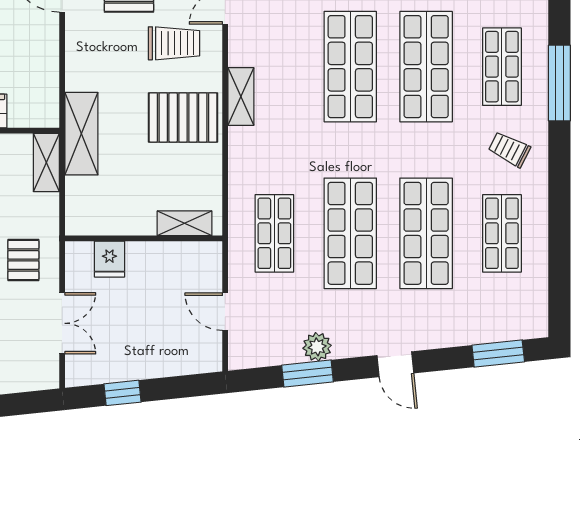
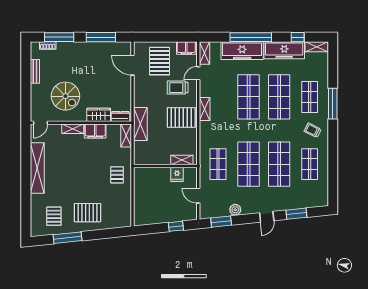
trolley: (174, 43) -> (178, 88), turned 180
dresser: (32, 115) -> (120, 116), added
fridge: (109, 259) -> (177, 174), moved
double door: (62, 323) -> (133, 200), removed
window: (498, 353) -> (296, 214), moved
door: (395, 364) -> (267, 217), hinge flipped
window: (308, 373) -> (221, 222), moved
window: (122, 393) -> (176, 226), moved

